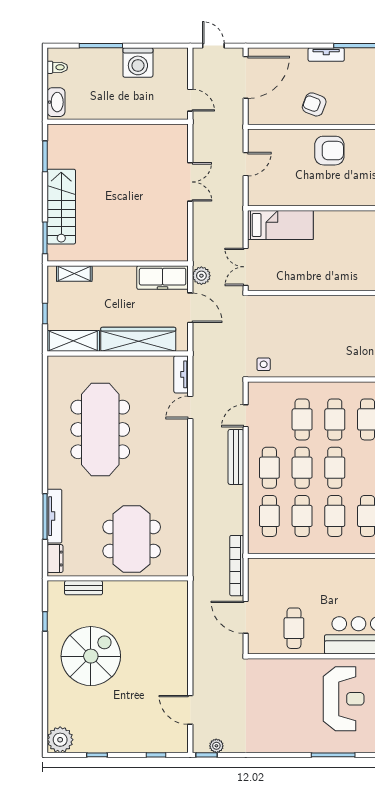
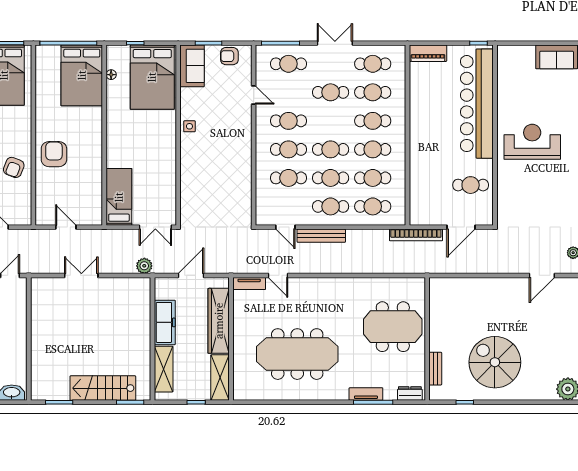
shelving: (74, 274) -> (164, 369), width x1.50, depth x1.33
plant: (201, 276) -> (144, 266), moved
freezer: (163, 278) -> (165, 322), moved
side table: (264, 364) -> (189, 126), moved
tv unit: (54, 516) -> (366, 394), width x0.71

